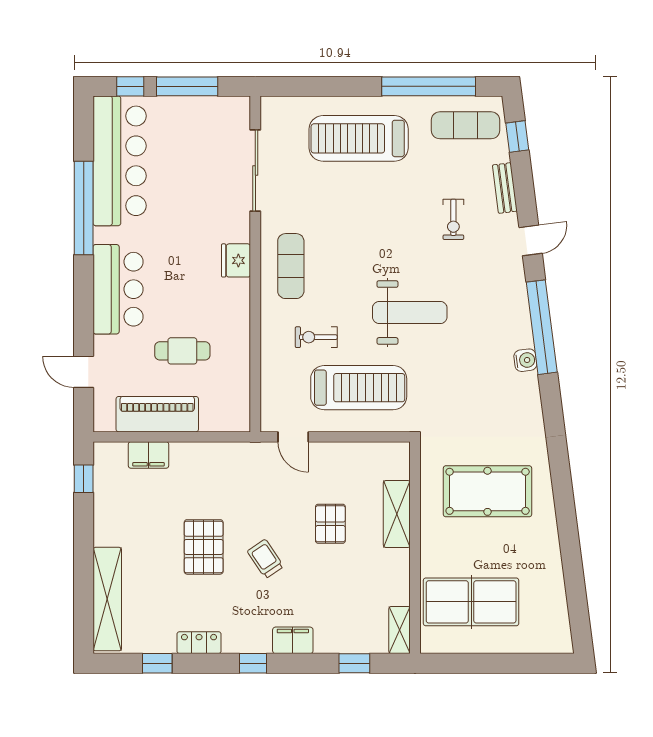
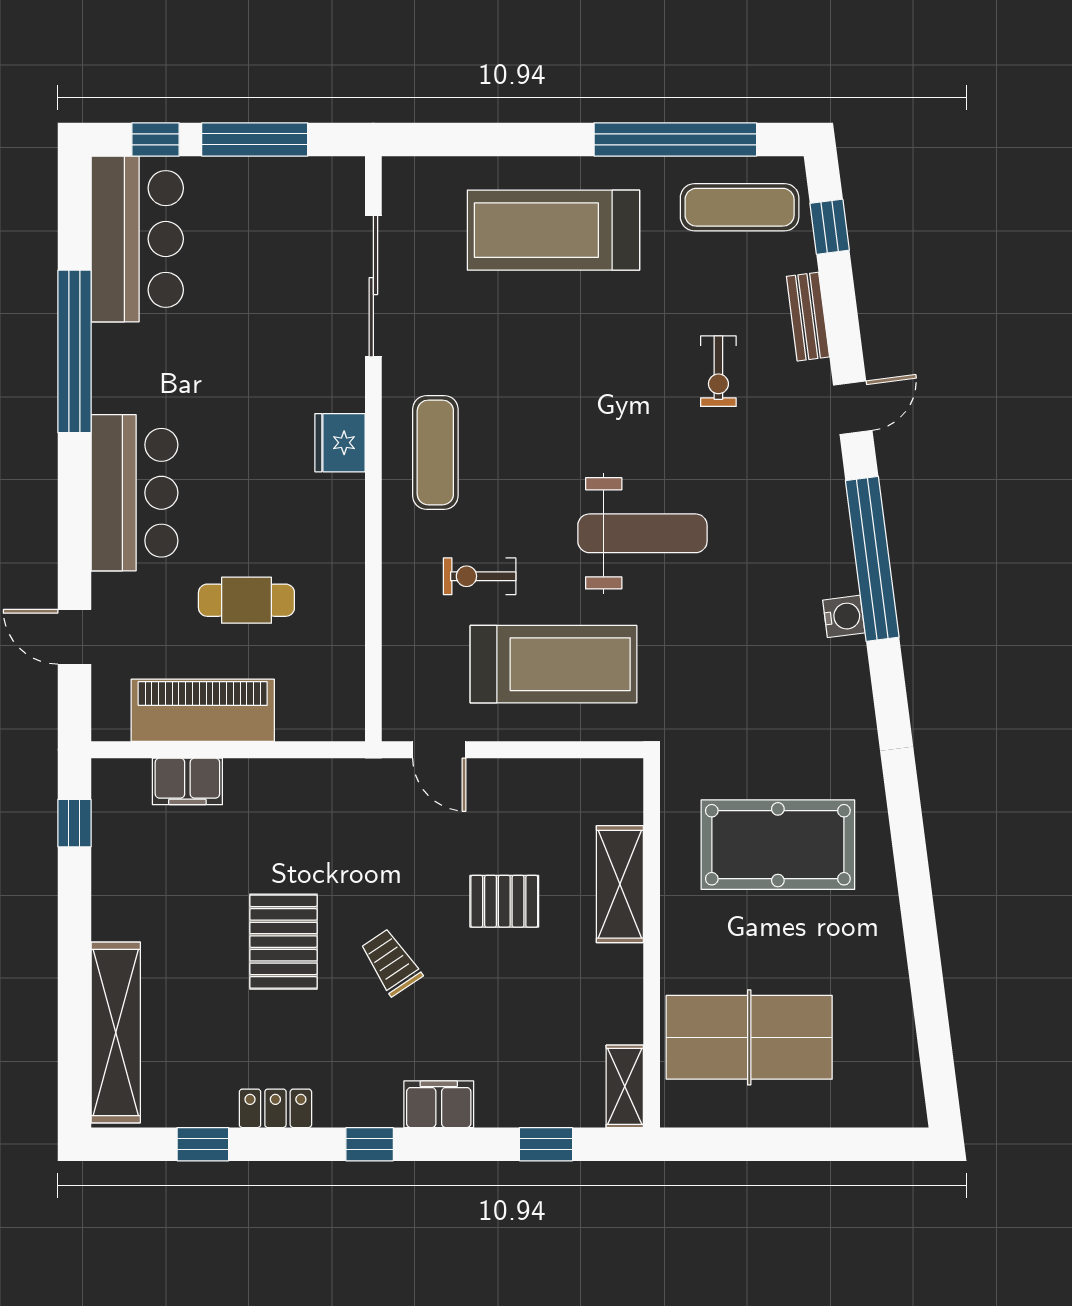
bar counter: (120, 161) -> (137, 239), width x0.73
pallet: (330, 524) -> (504, 901), turned 90

